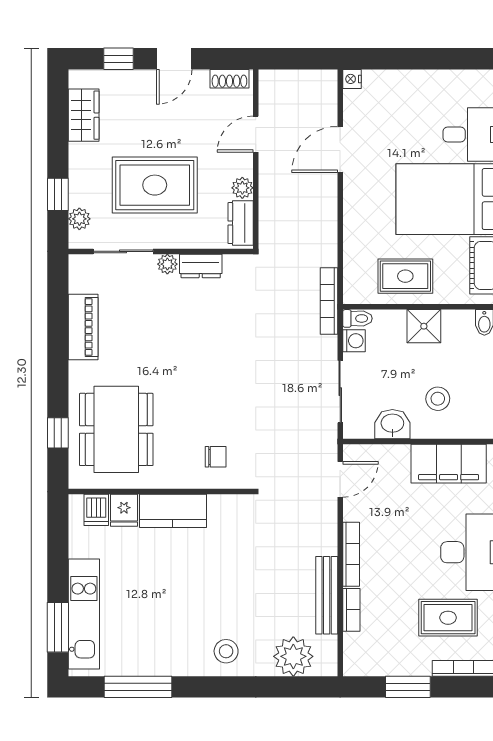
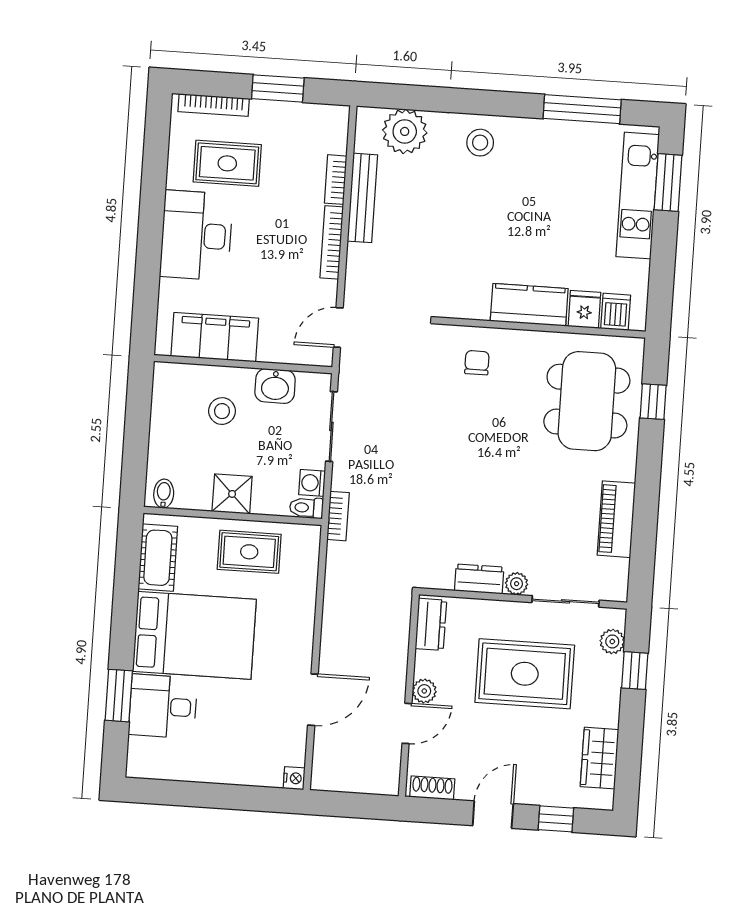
plant: (242, 188) -> (424, 691), moved
bookcase: (329, 301) -> (338, 516), width x0.64
chair: (216, 457) -> (477, 363), turned 90

